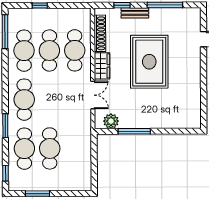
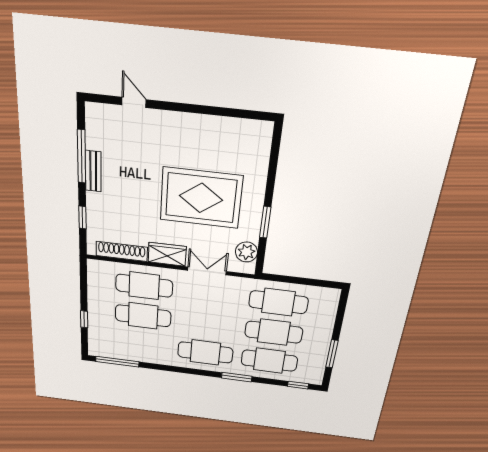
bench: (135, 13) -> (93, 171), moved
cafe table: (24, 51) -> (278, 302), moved
rug: (149, 62) -> (201, 198), moved
window: (134, 131) -> (265, 222), width x0.69

